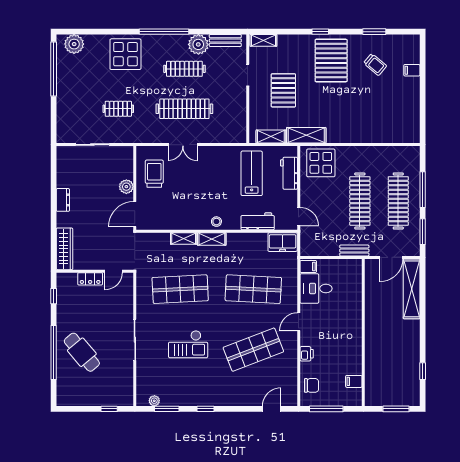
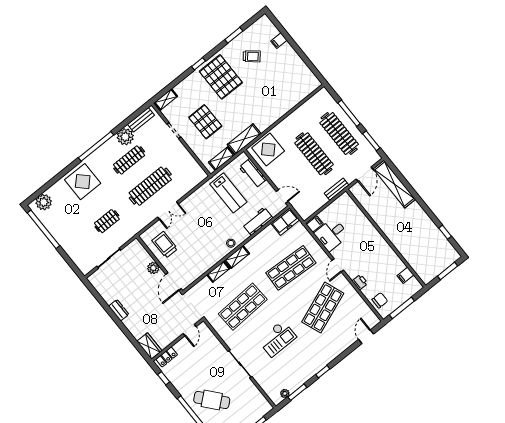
lab bench: (252, 173) -> (228, 193), turned 180
wardrobe: (65, 249) -> (149, 346), width x0.67
locker: (90, 279) -> (167, 357), moved

